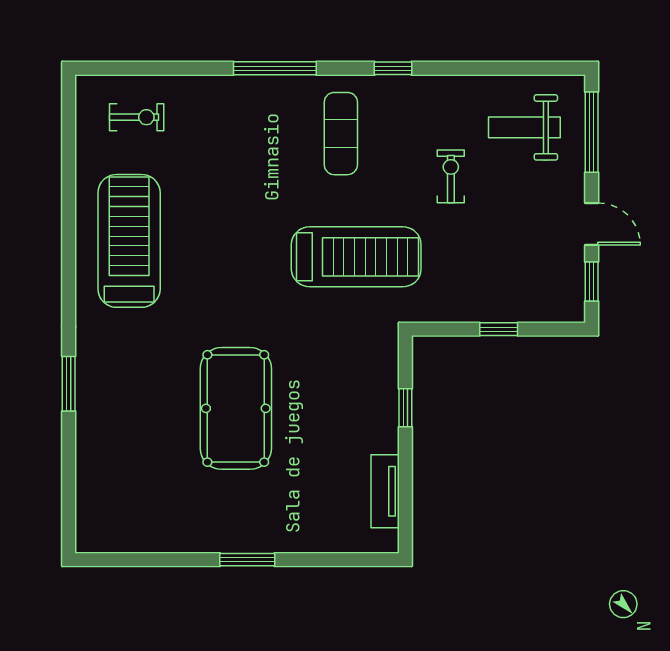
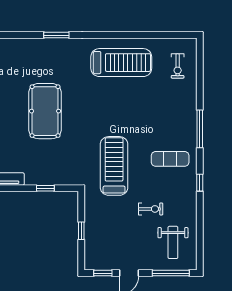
weight bench: (524, 127) -> (173, 242), turned 180
treadmill: (356, 257) -> (114, 166), turned 180
pool table: (236, 408) -> (45, 111), turned 90

